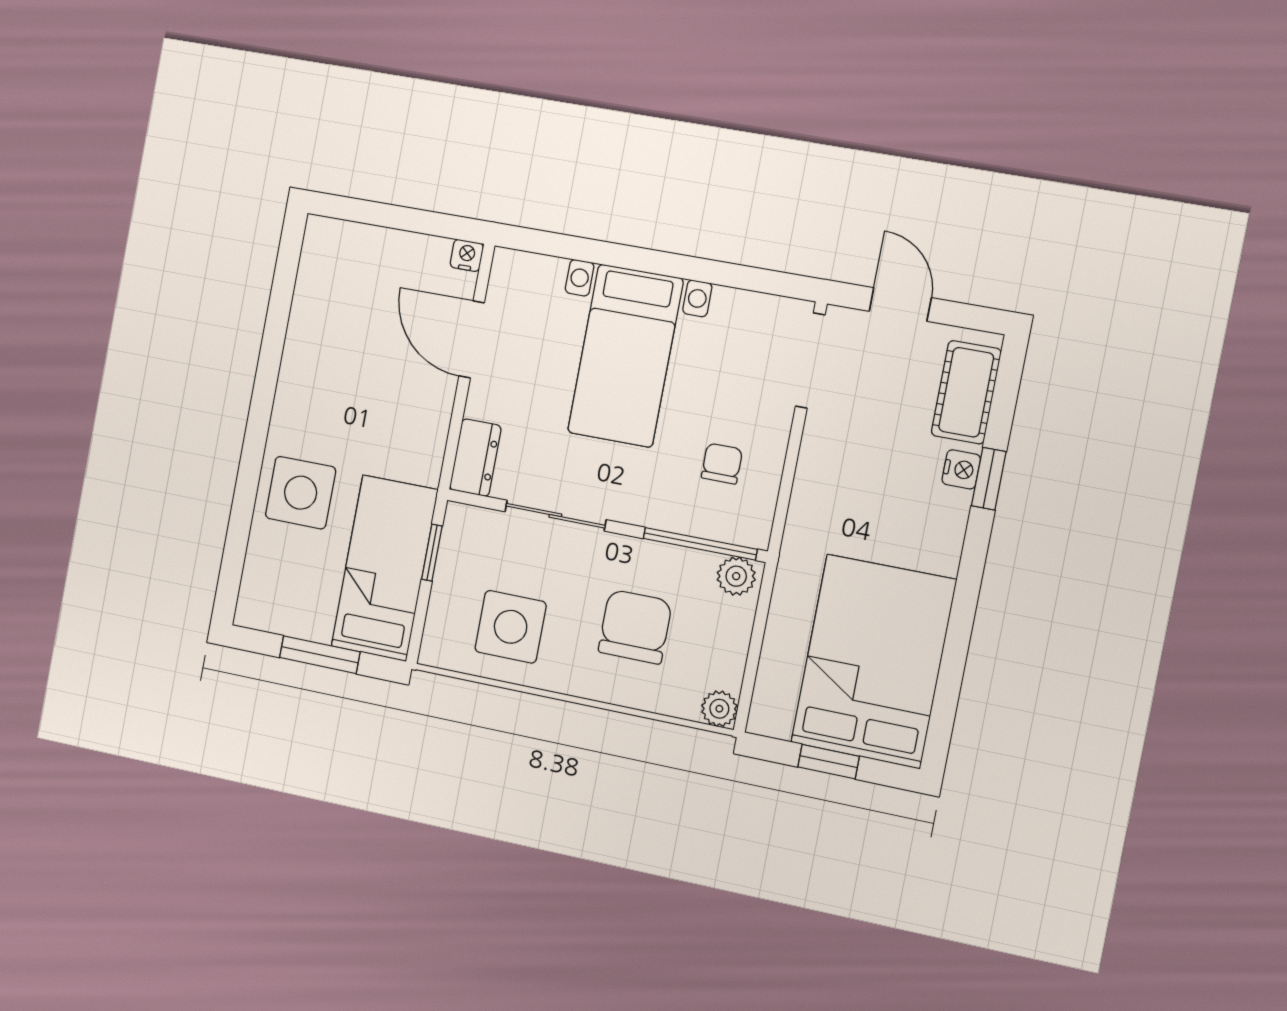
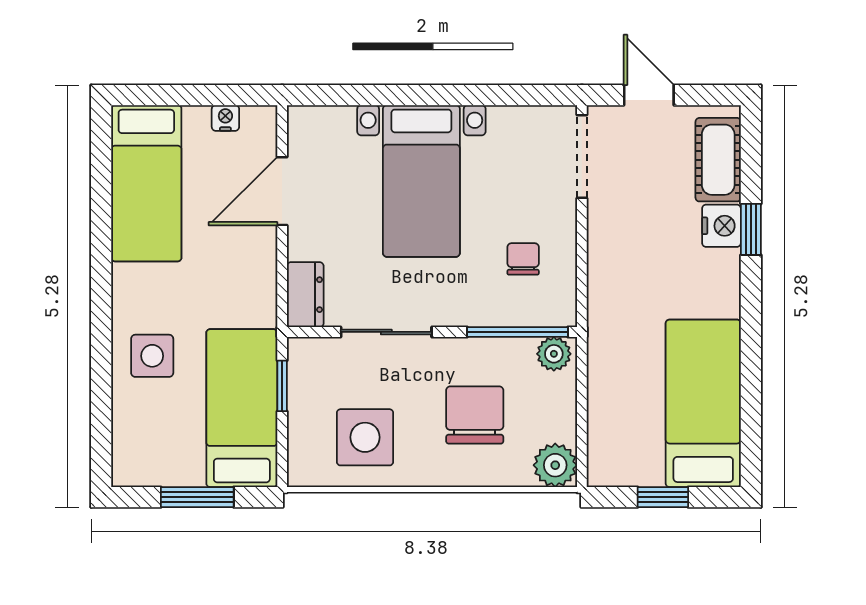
nightstand: (467, 255) -> (225, 118), moved
bed: (329, 304) -> (146, 183), added
door: (472, 339) -> (282, 191), hinge flipped
nightstand: (961, 469) -> (721, 226), width x1.39, depth x1.35
side table: (301, 493) -> (152, 356), width x0.73, depth x0.73
bed: (873, 661) -> (703, 403), width x0.67
plant: (719, 709) -> (555, 465), width x1.38, depth x1.38

